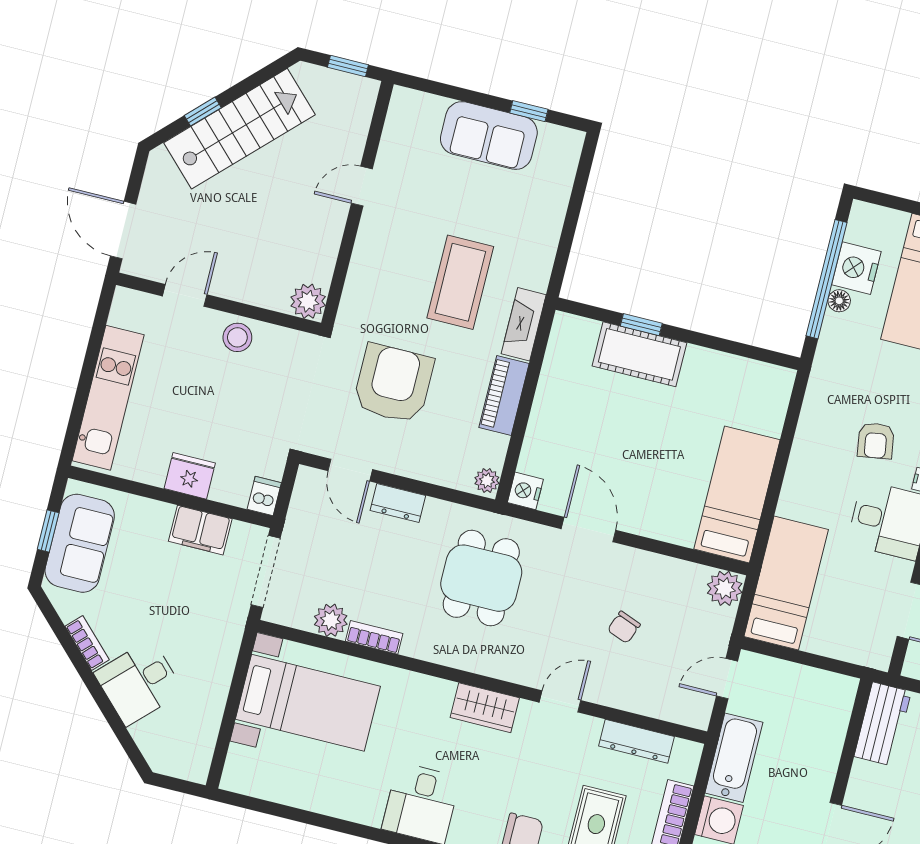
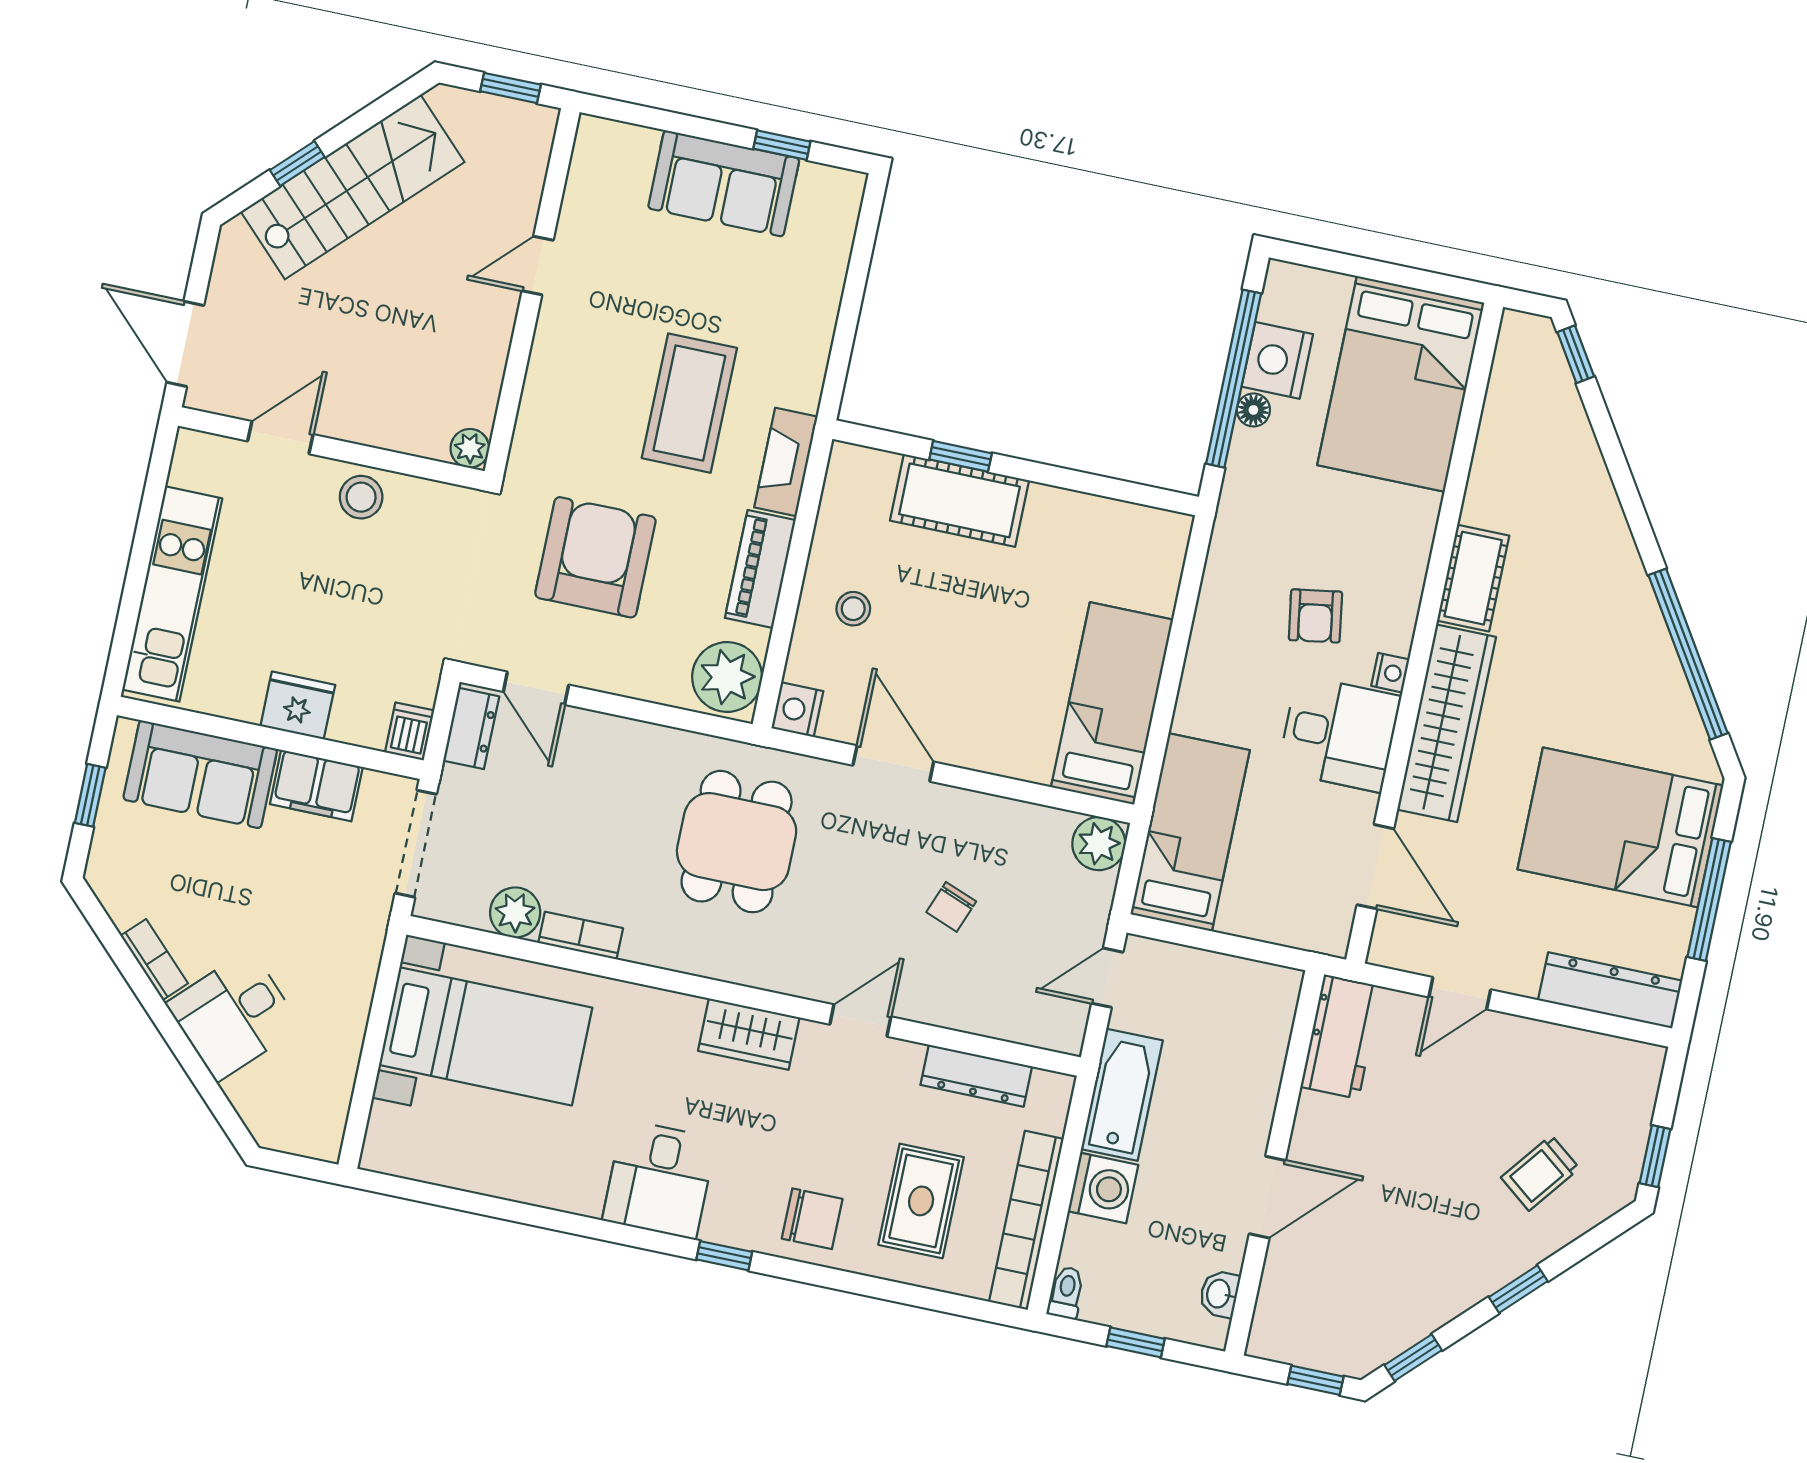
plant: (308, 301) -> (470, 448), width x0.73, depth x0.73
stool: (565, 424) -> (853, 609), added
plant: (487, 481) -> (727, 677), width x1.88, depth x1.88
dresser: (398, 503) -> (471, 728), moved, turned -90
sofa: (80, 543) -> (200, 774), moved, turned 90

